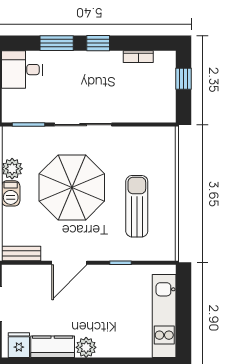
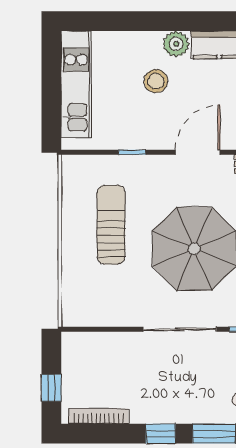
bookcase: (138, 57) -> (99, 416), width x1.56
sun lounger: (137, 206) -> (111, 225), turned 180
stool: (102, 318) -> (156, 81), added

